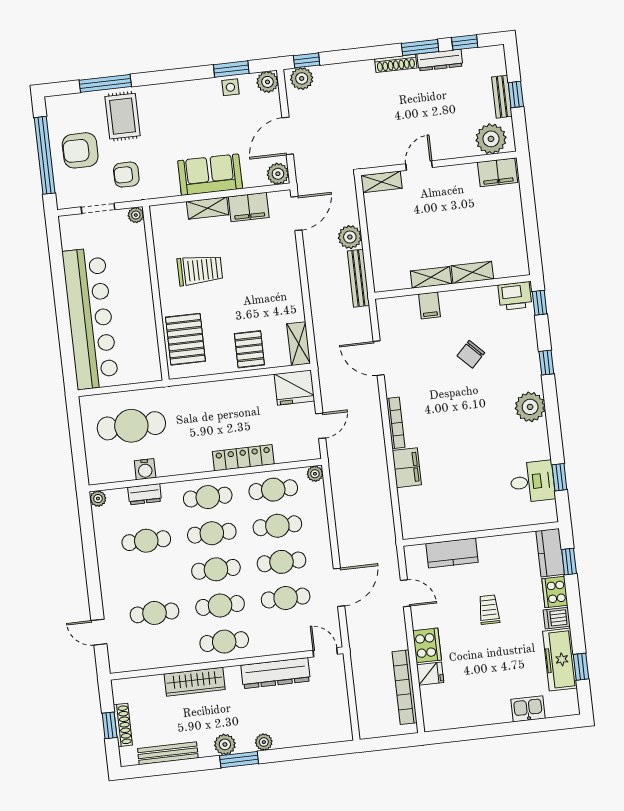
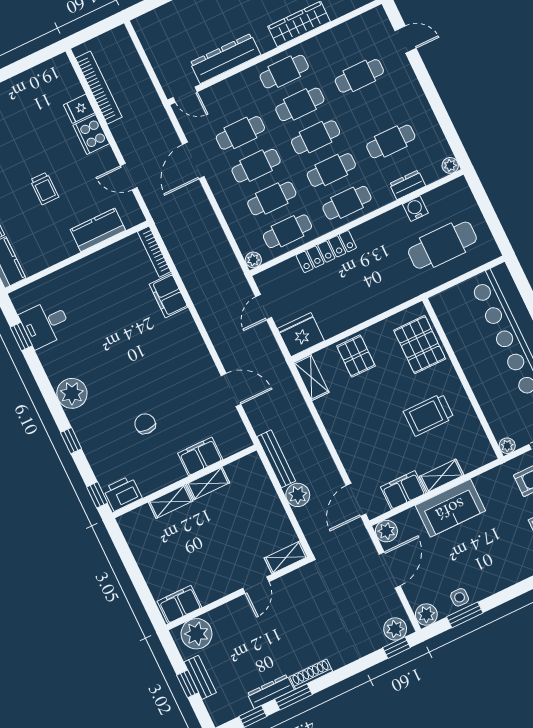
filing cabinet: (429, 305) -> (200, 456), width x2.00
chair: (471, 354) -> (145, 424), turned -45
bookcase: (396, 423) -> (154, 252), moved

